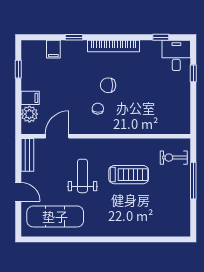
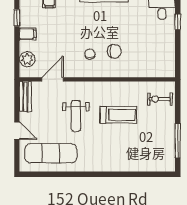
chair: (108, 85) -> (114, 51), moved, turned 180
filing cabinet: (30, 98) -> (28, 34), moved
weight bench: (83, 176) -> (76, 116), turned 180
window: (193, 181) -> (178, 141), moved

